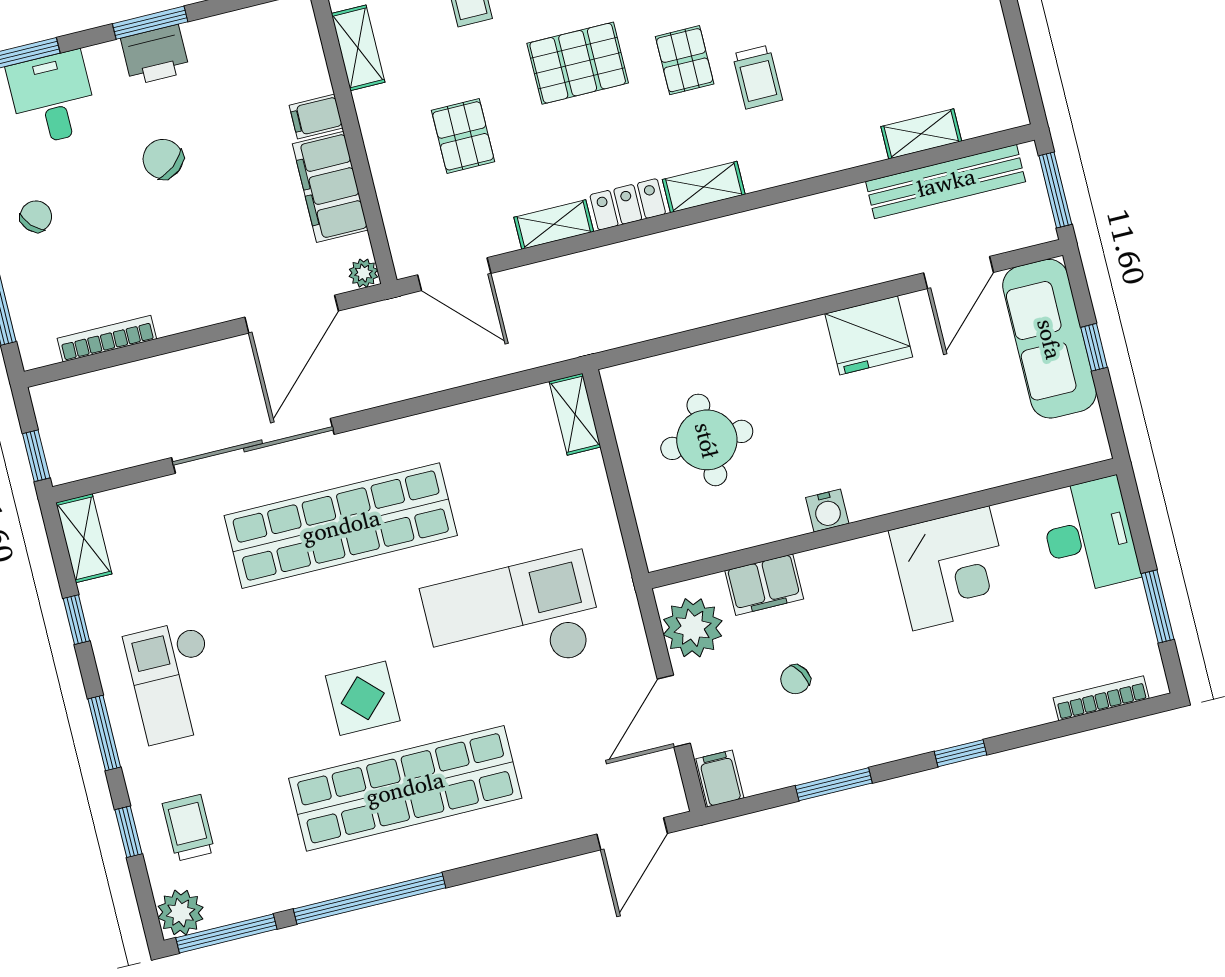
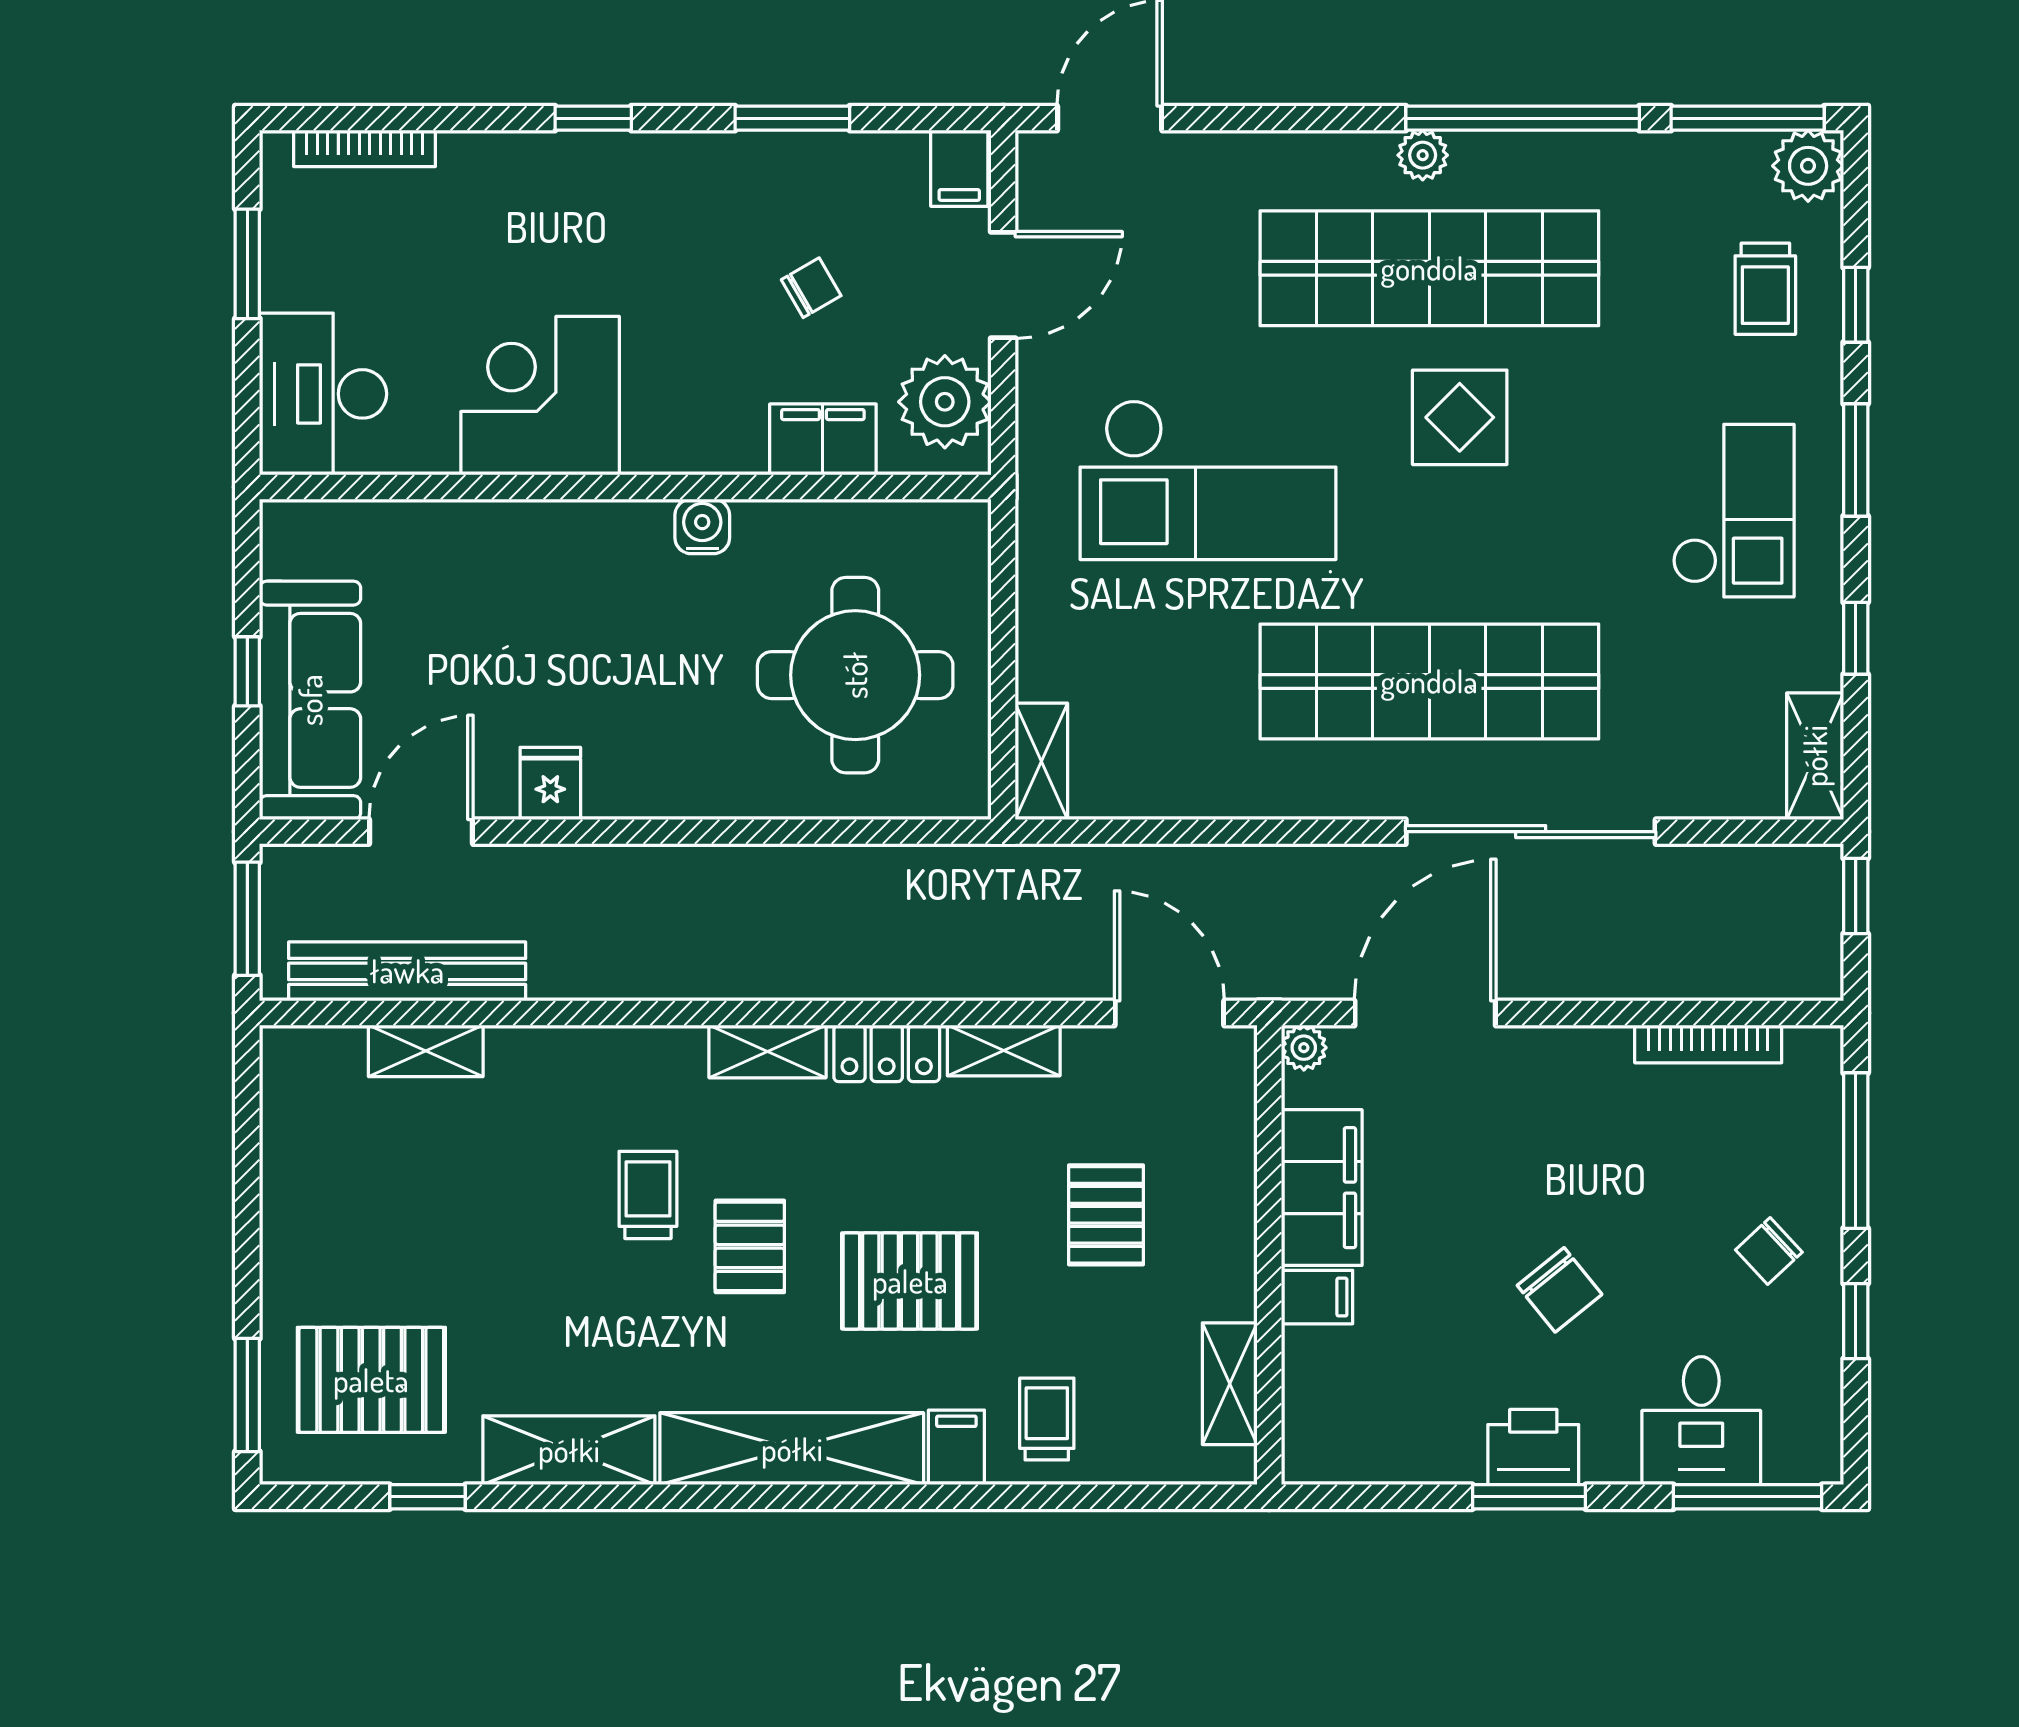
fridge: (869, 335) -> (550, 783), width x0.53, depth x0.75
round table: (707, 440) -> (855, 675), width x1.36, depth x1.36
plant: (427, 859) -> (1423, 155), added

